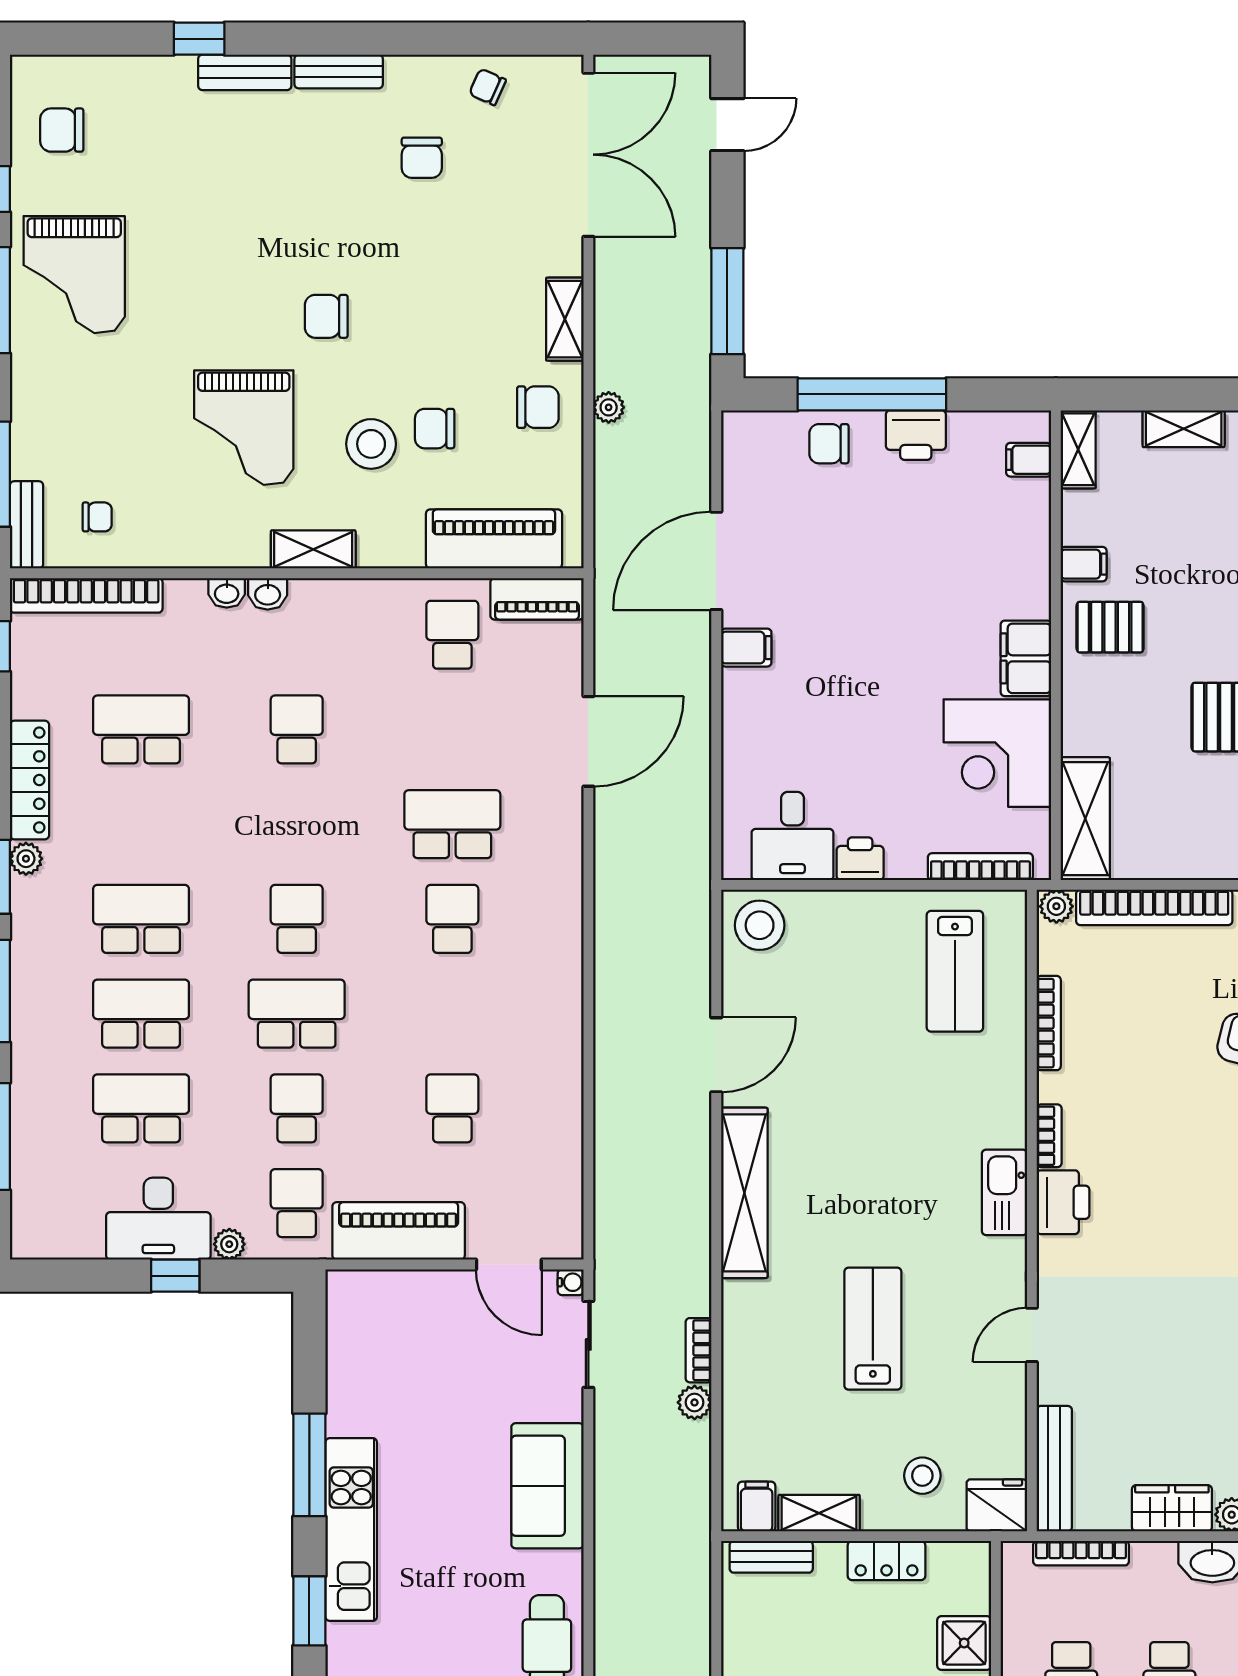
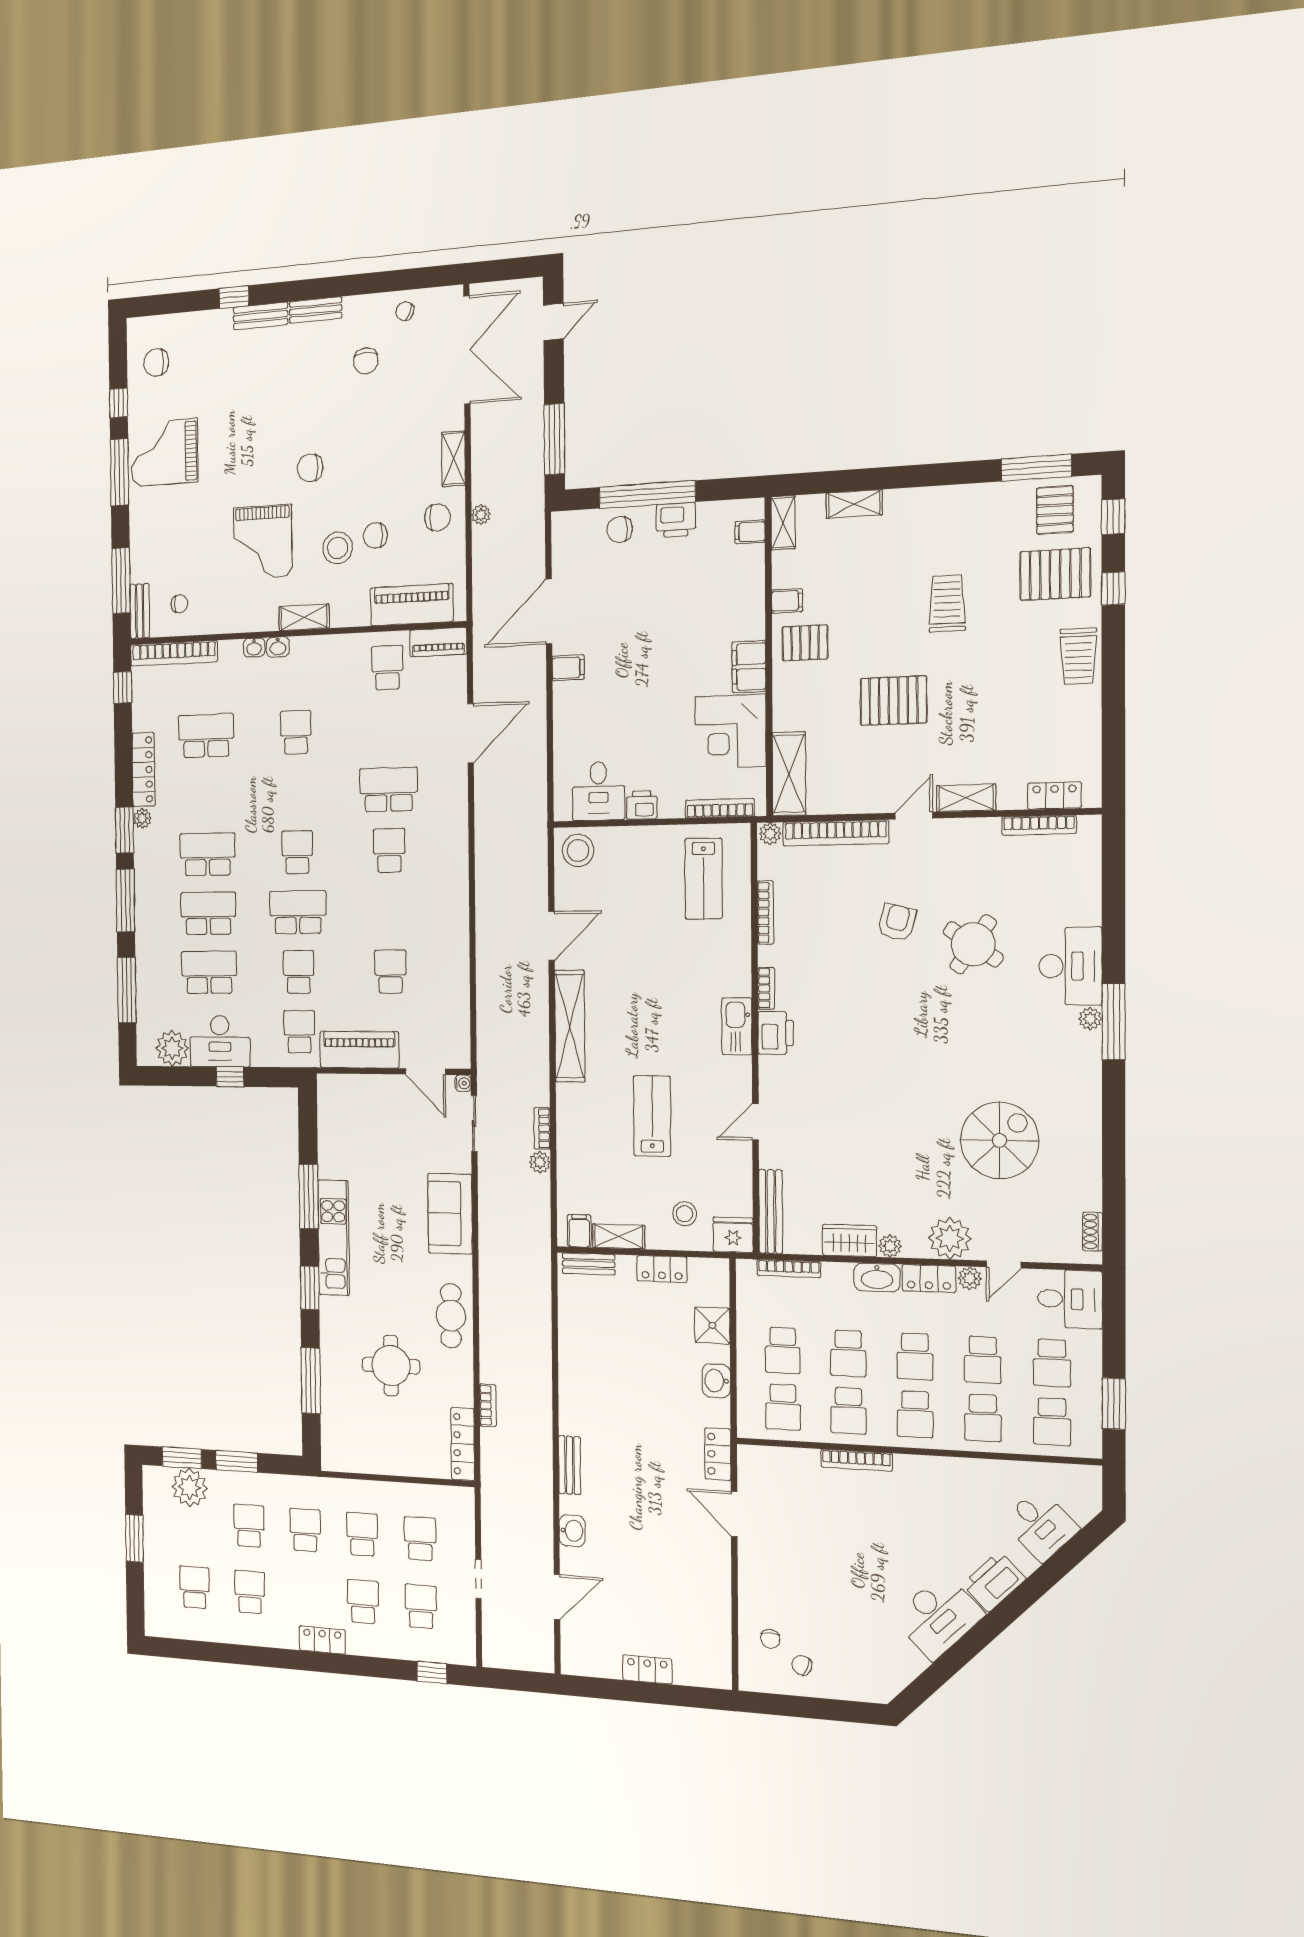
grand piano: (74, 275) -> (164, 453), turned 90
plant: (229, 1244) -> (172, 1048), moved, width x1.88, depth x1.88

